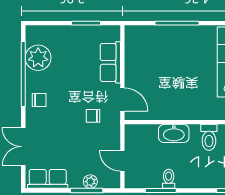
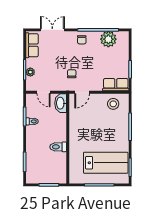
stool: (141, 50) -> (113, 104), added
row of seats: (110, 62) -> (116, 85), moved
washbasin: (174, 133) -> (61, 103), moved
door: (122, 161) -> (43, 92), swing flipped

